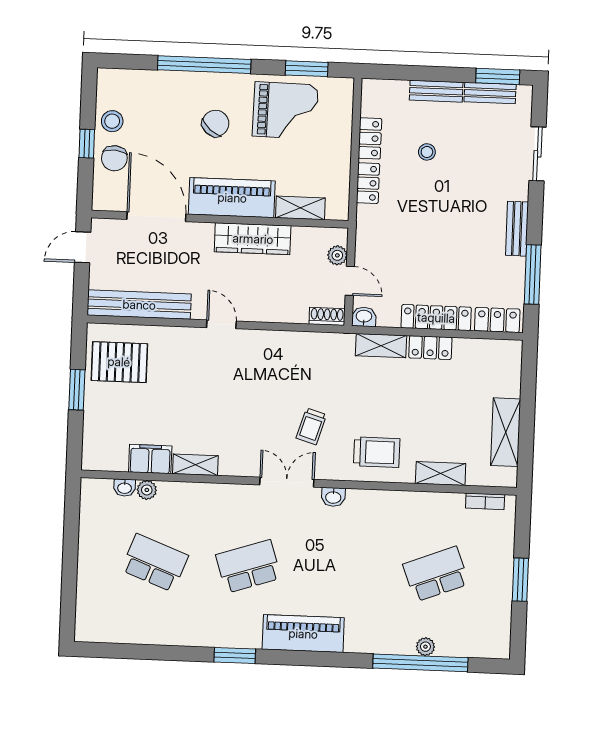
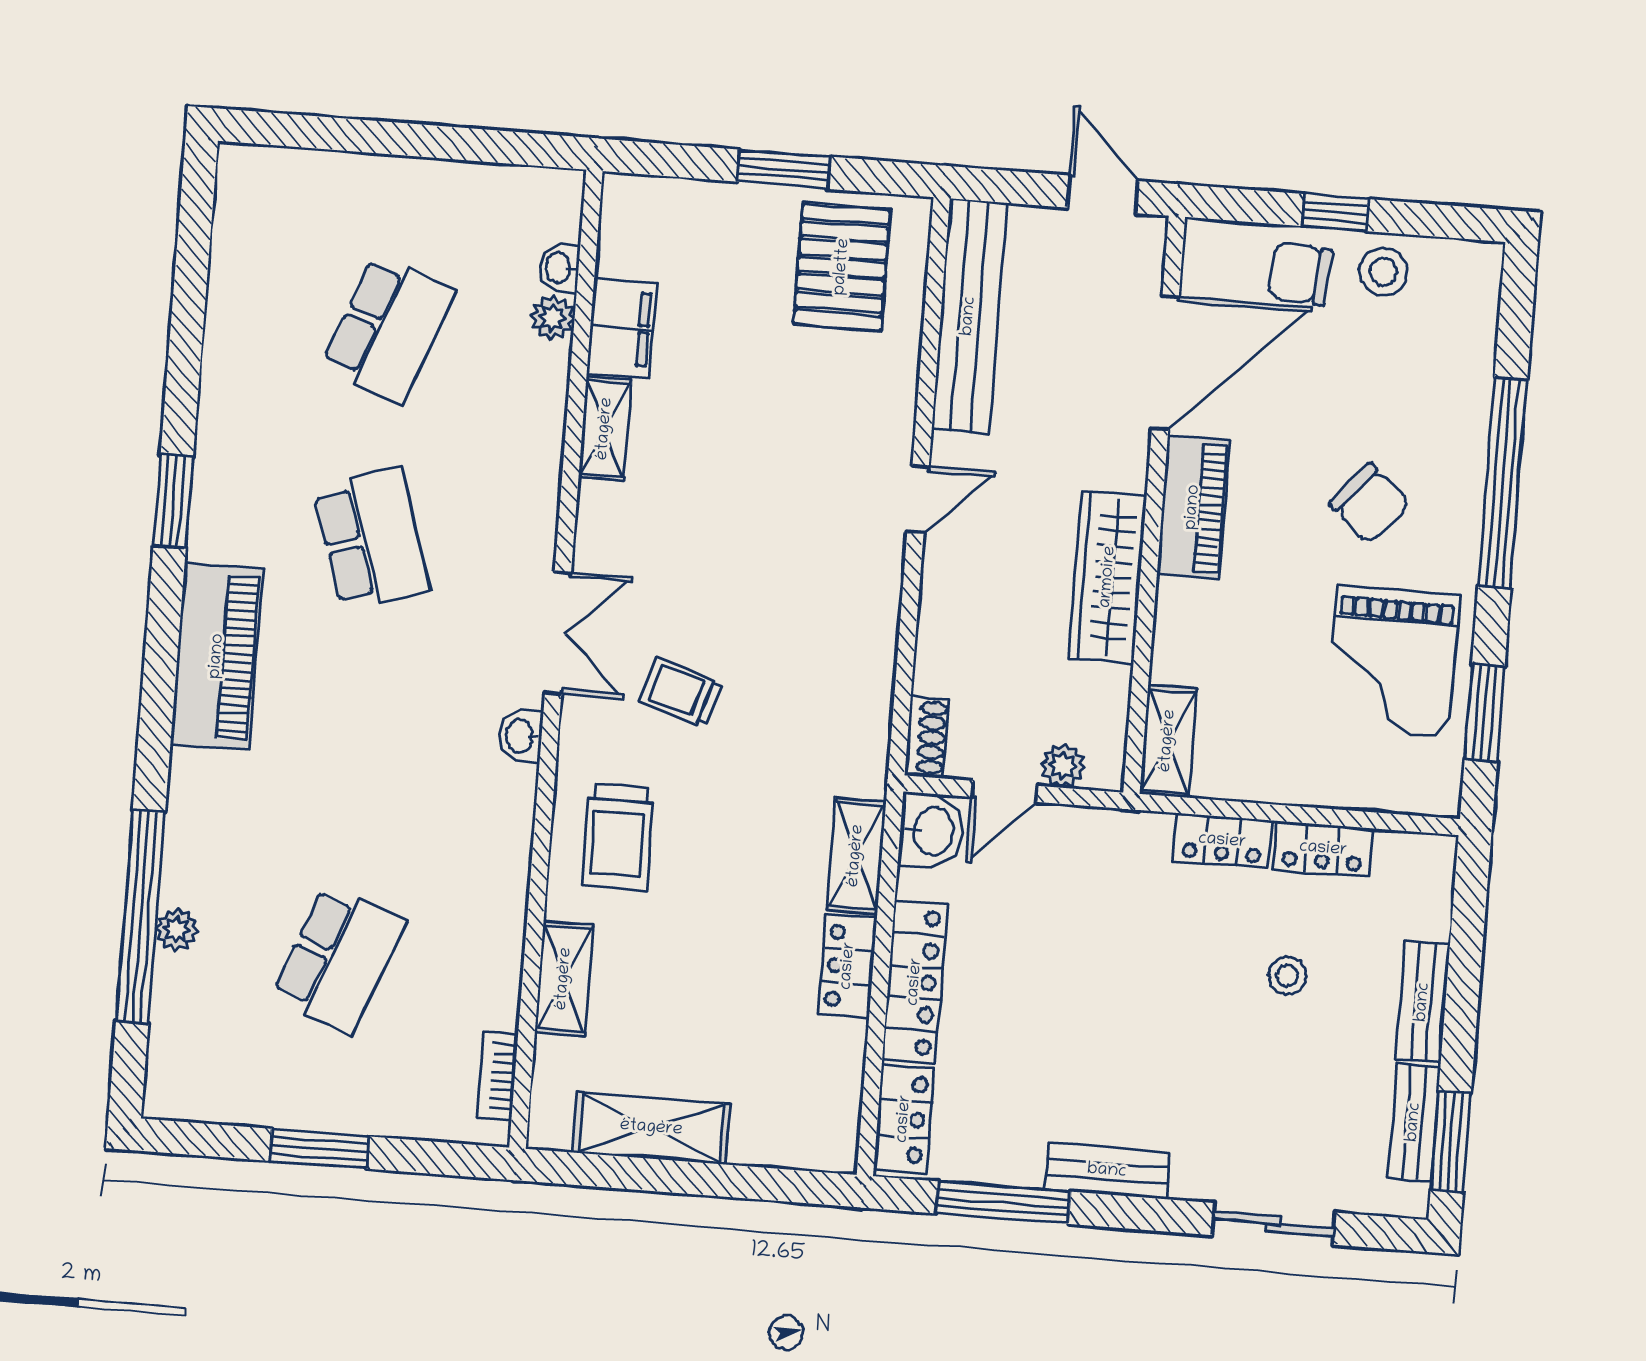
piano: (232, 198) -> (1193, 507), width x0.73, depth x0.75
shelving: (300, 208) -> (1168, 741), moved
washbasin: (364, 317) -> (932, 831), width x1.38, depth x1.45
school desk: (436, 574) -> (339, 959), turned 42

